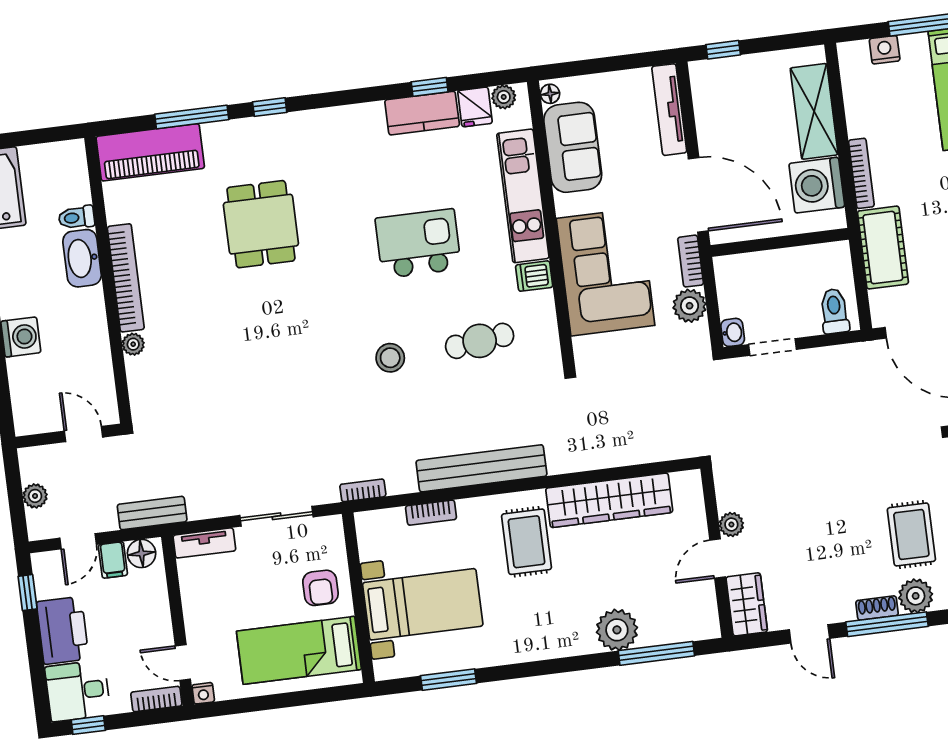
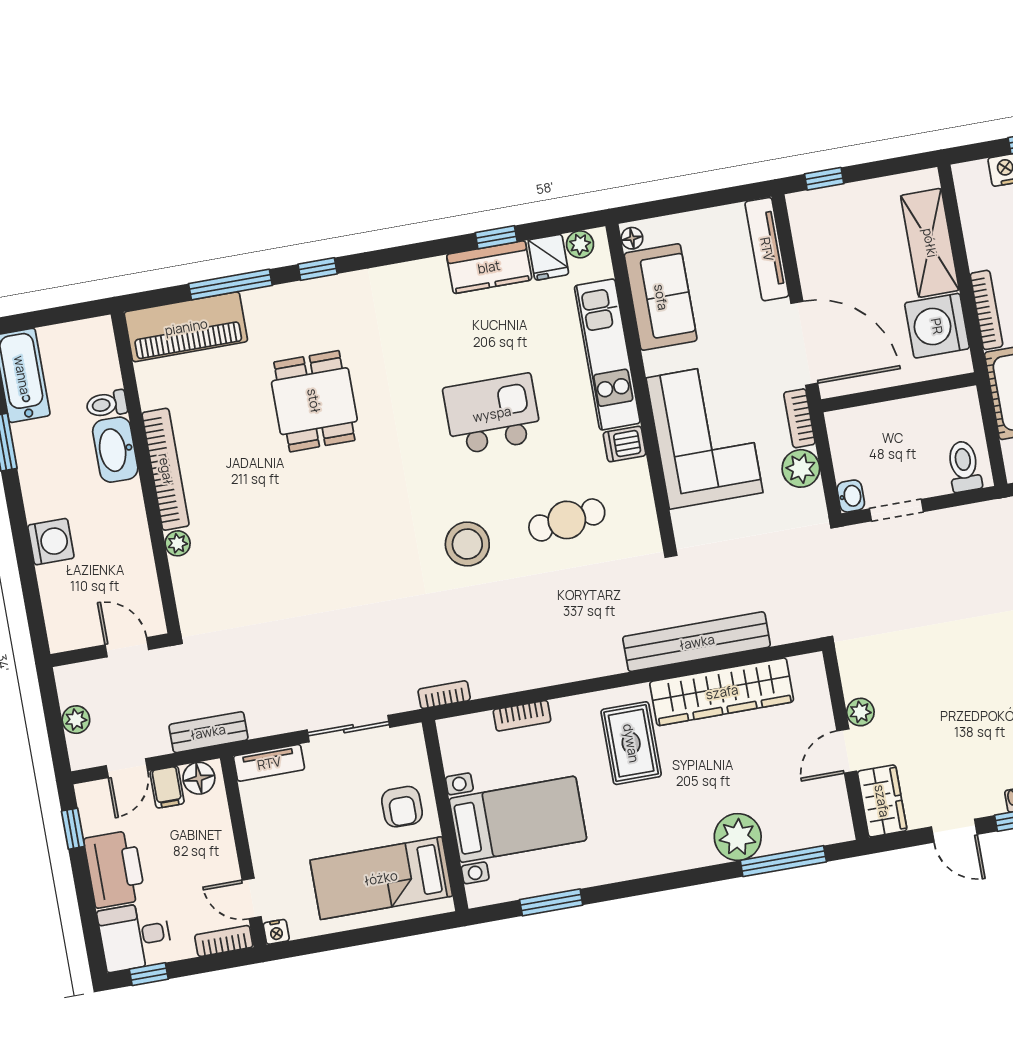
stool: (390, 358) -> (467, 544), width x1.38, depth x1.38
bench: (481, 468) -> (697, 642), moved

